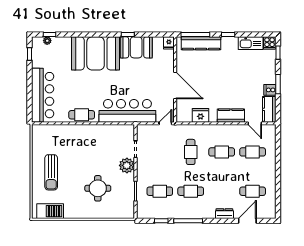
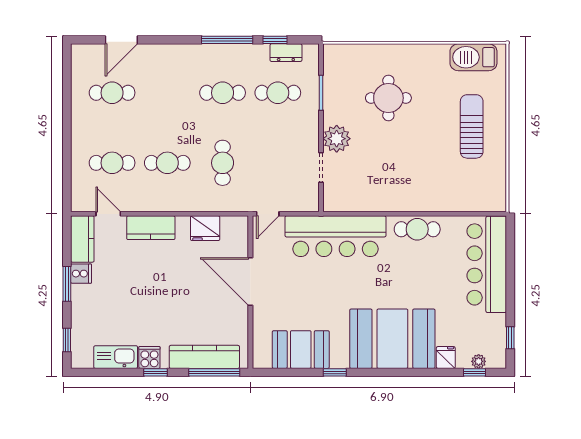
fridge: (169, 43) -> (446, 357), moved
cooker: (270, 43) -> (149, 357), moved
booth: (136, 47) -> (301, 350), moved
dresser: (224, 214) -> (286, 53), moved

